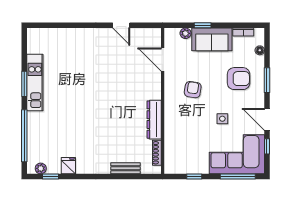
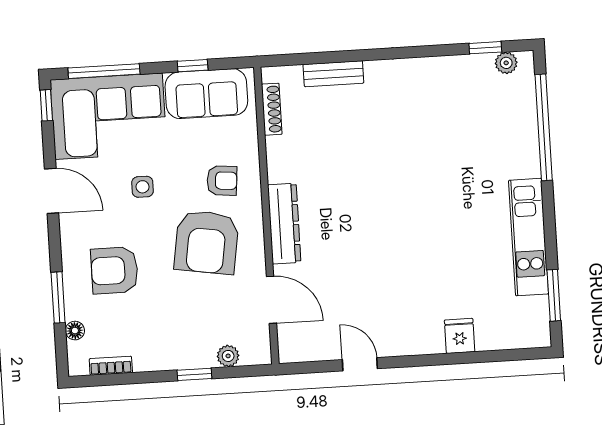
sofa: (212, 39) -> (206, 94), moved, turned 180
window: (267, 80) -> (58, 297), moved
window: (24, 84) -> (554, 295), moved
armchair: (193, 90) -> (206, 242), width x1.88, depth x1.88
armchair: (183, 119) -> (222, 181), added
dresser: (154, 120) -> (284, 224), moved
window: (267, 146) -> (46, 105), moved
fridge: (68, 166) -> (460, 336), moved, turned 180

